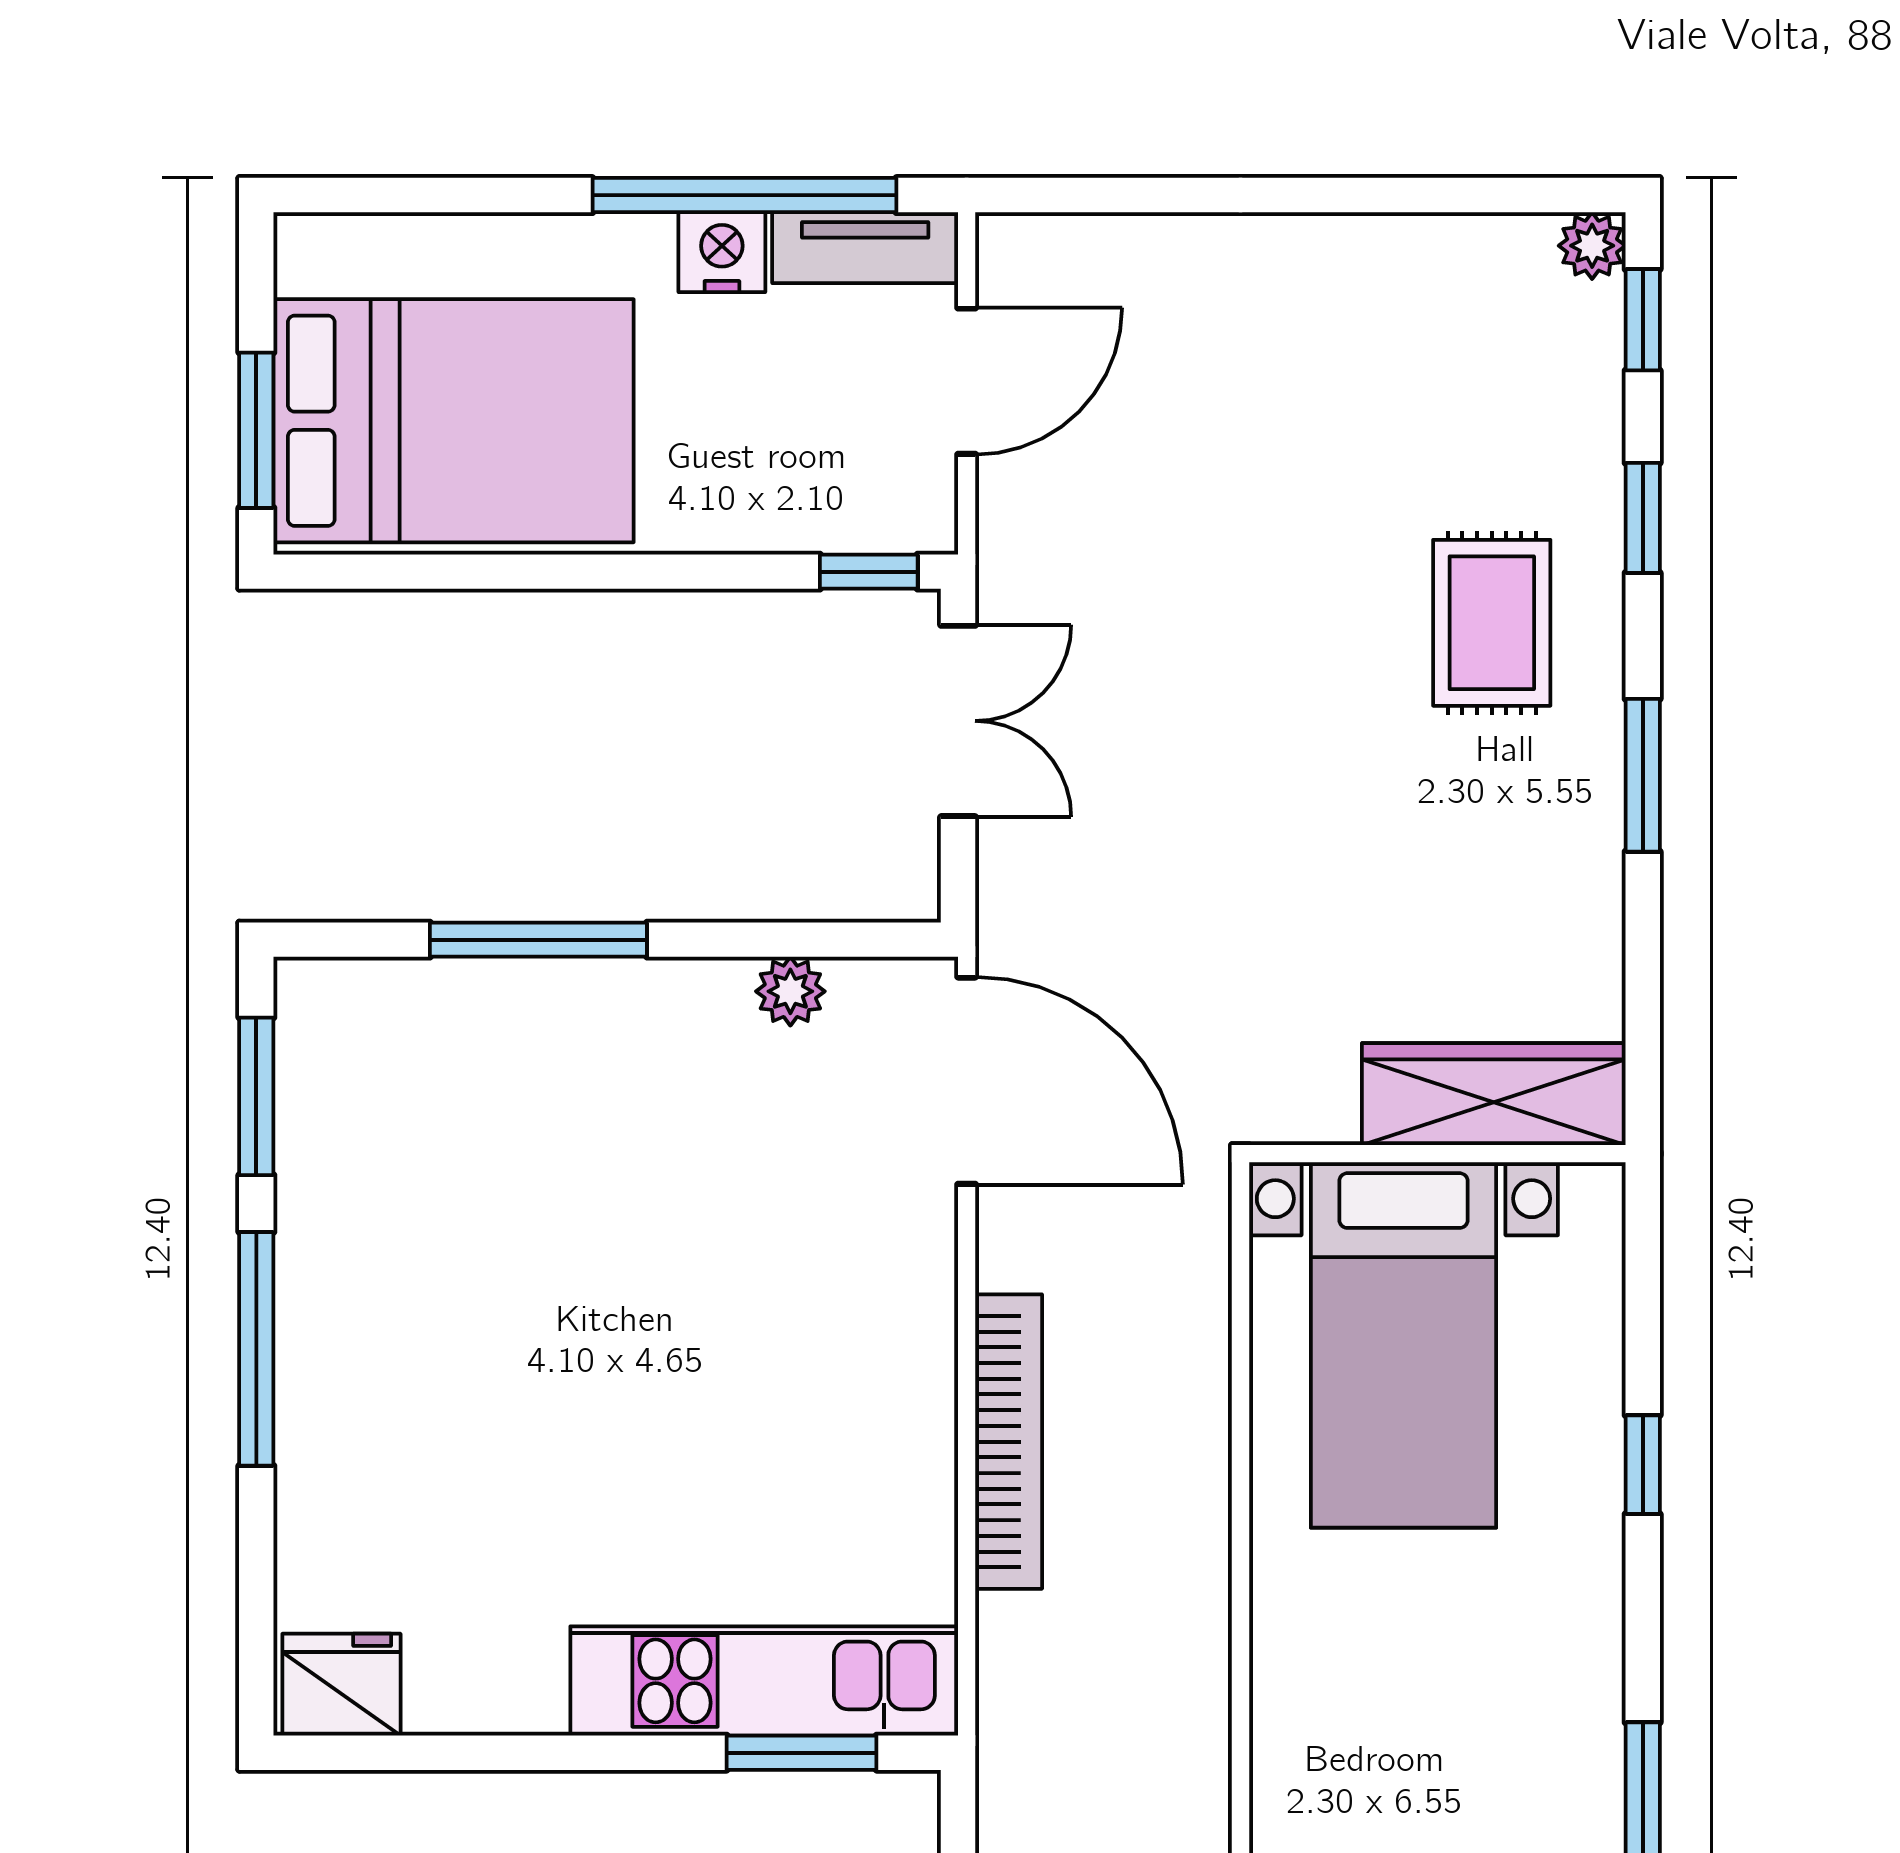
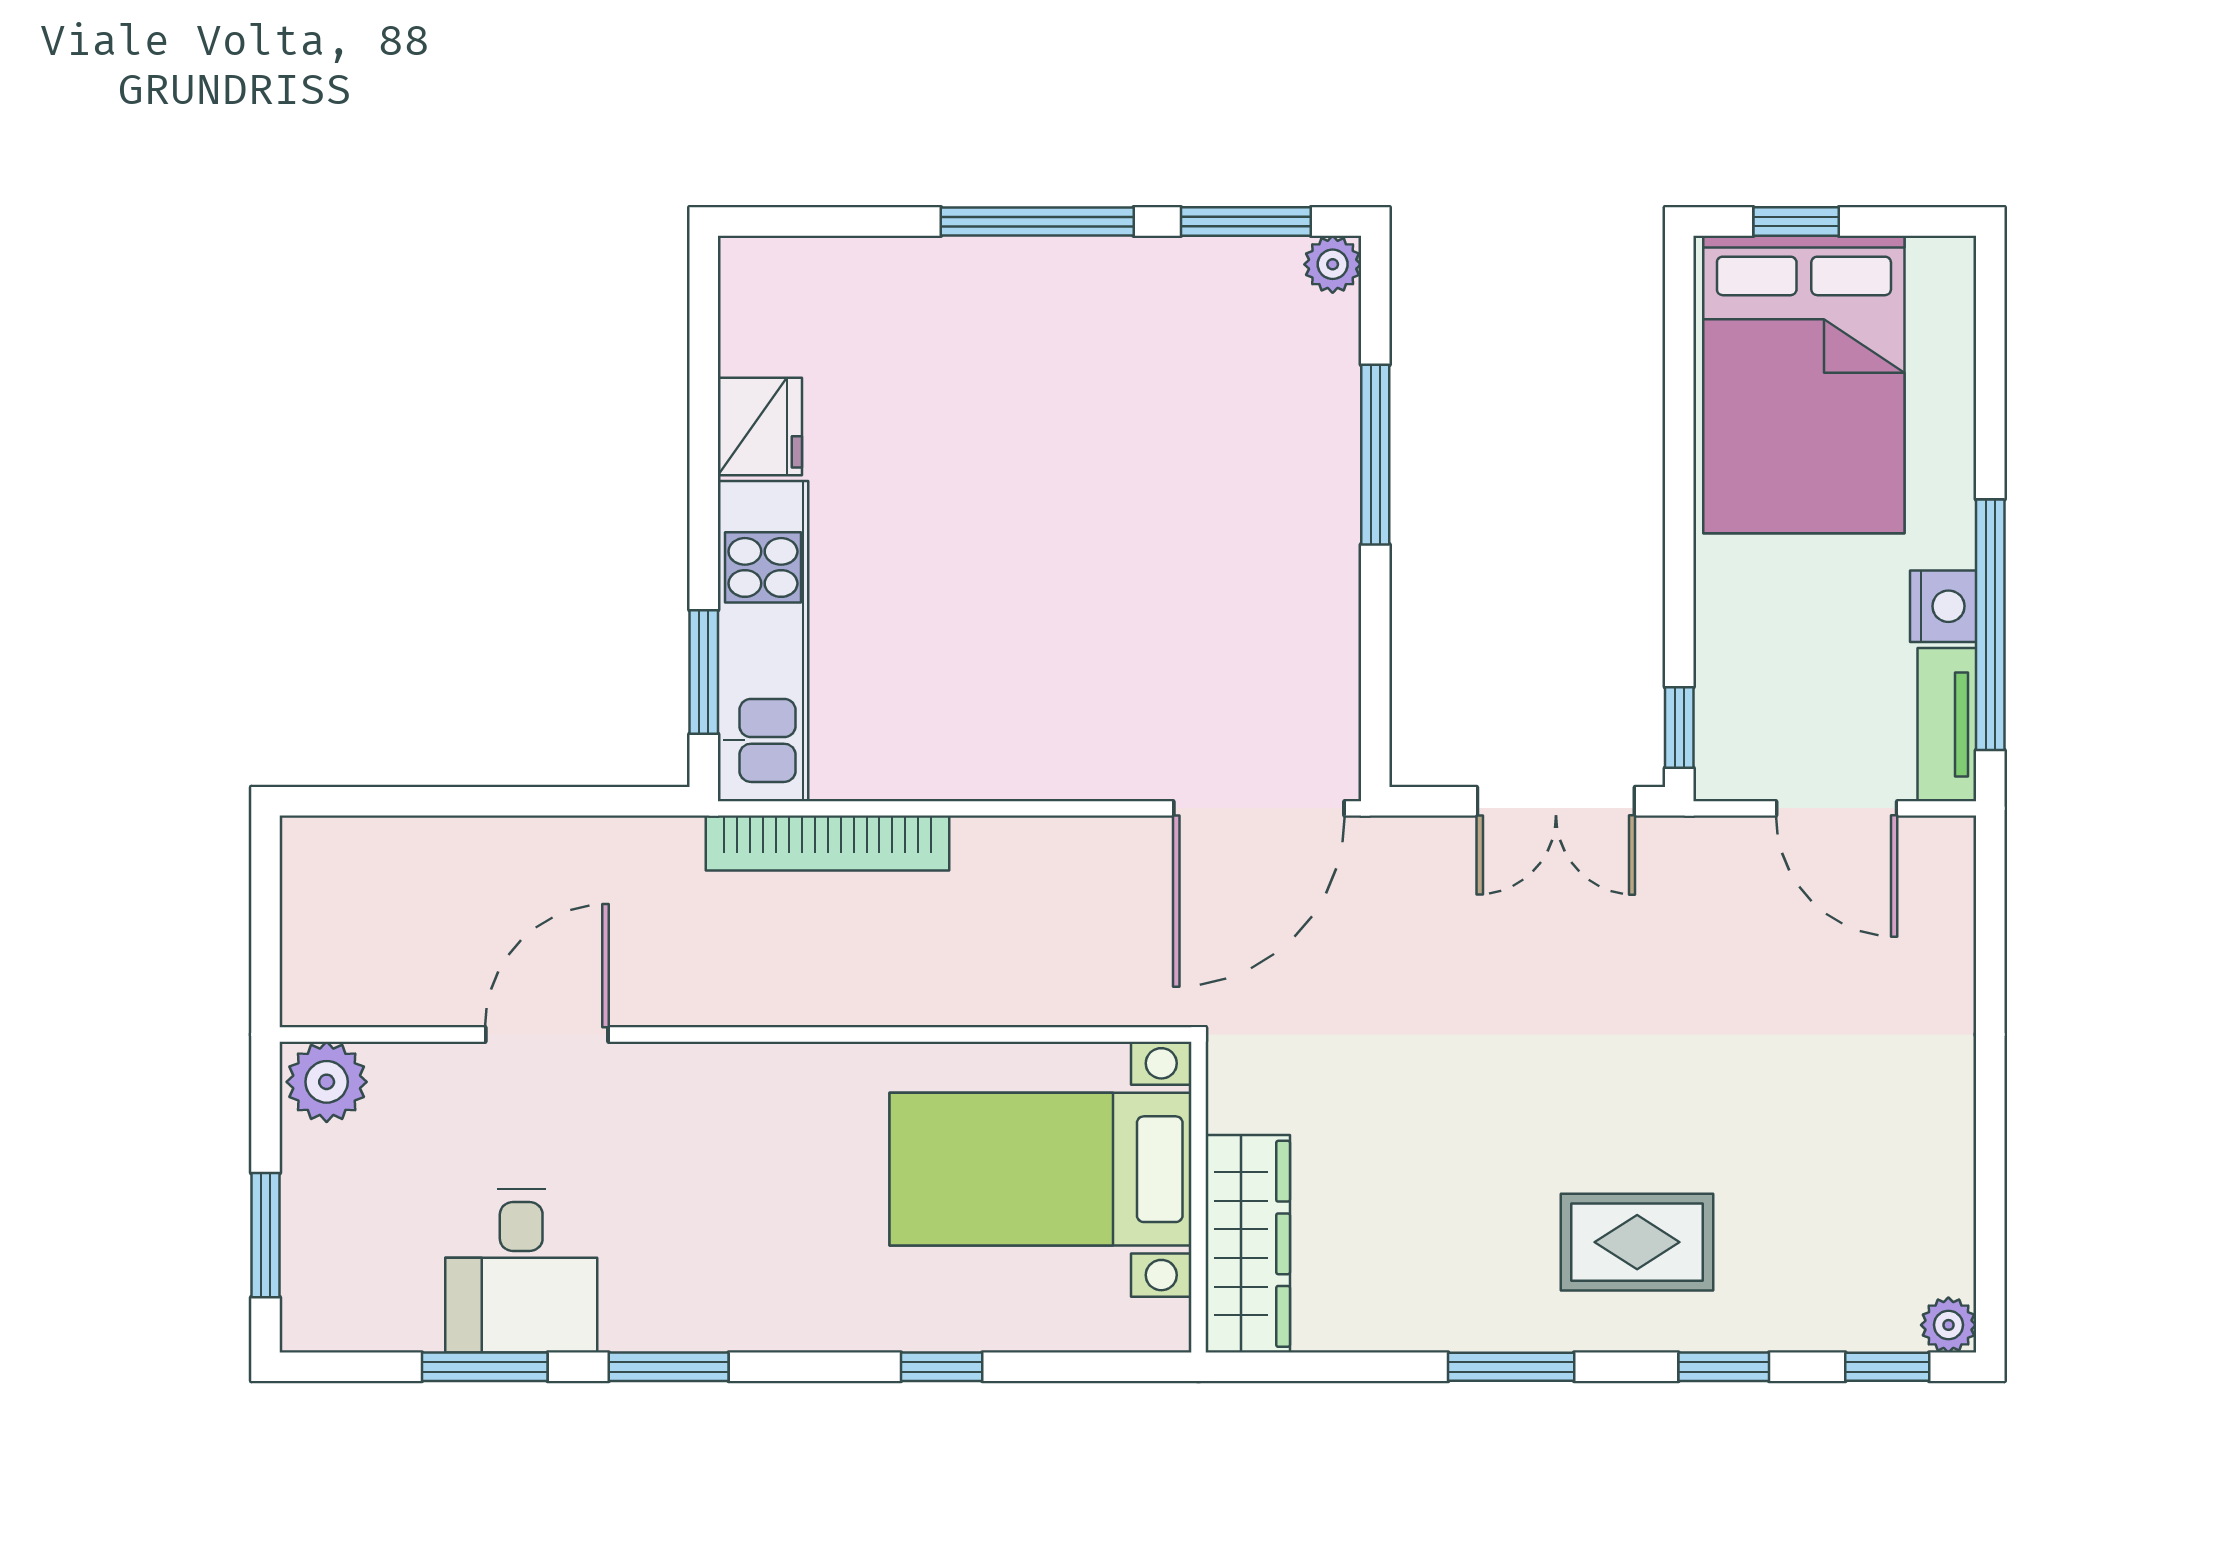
window: (256, 430) -> (1796, 222), width x0.67
plant: (790, 991) -> (1333, 264), moved
bookcase: (1009, 1442) -> (828, 843), moved
fridge: (341, 1685) -> (760, 426), moved

